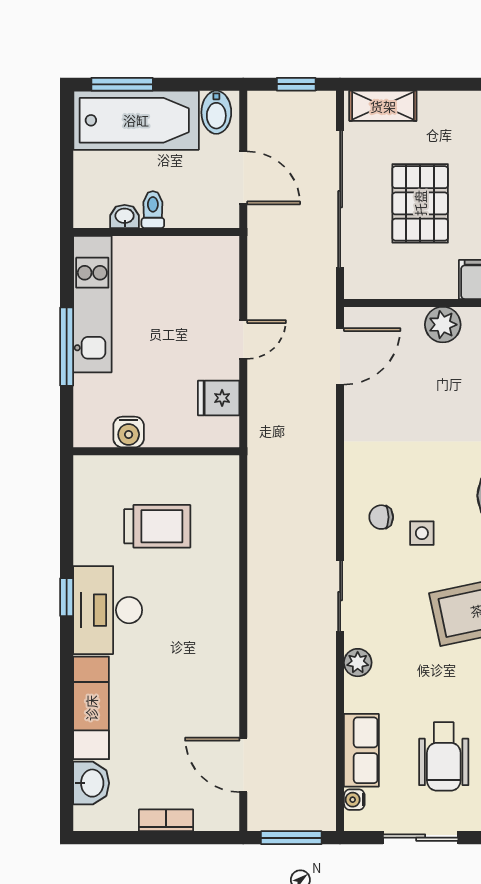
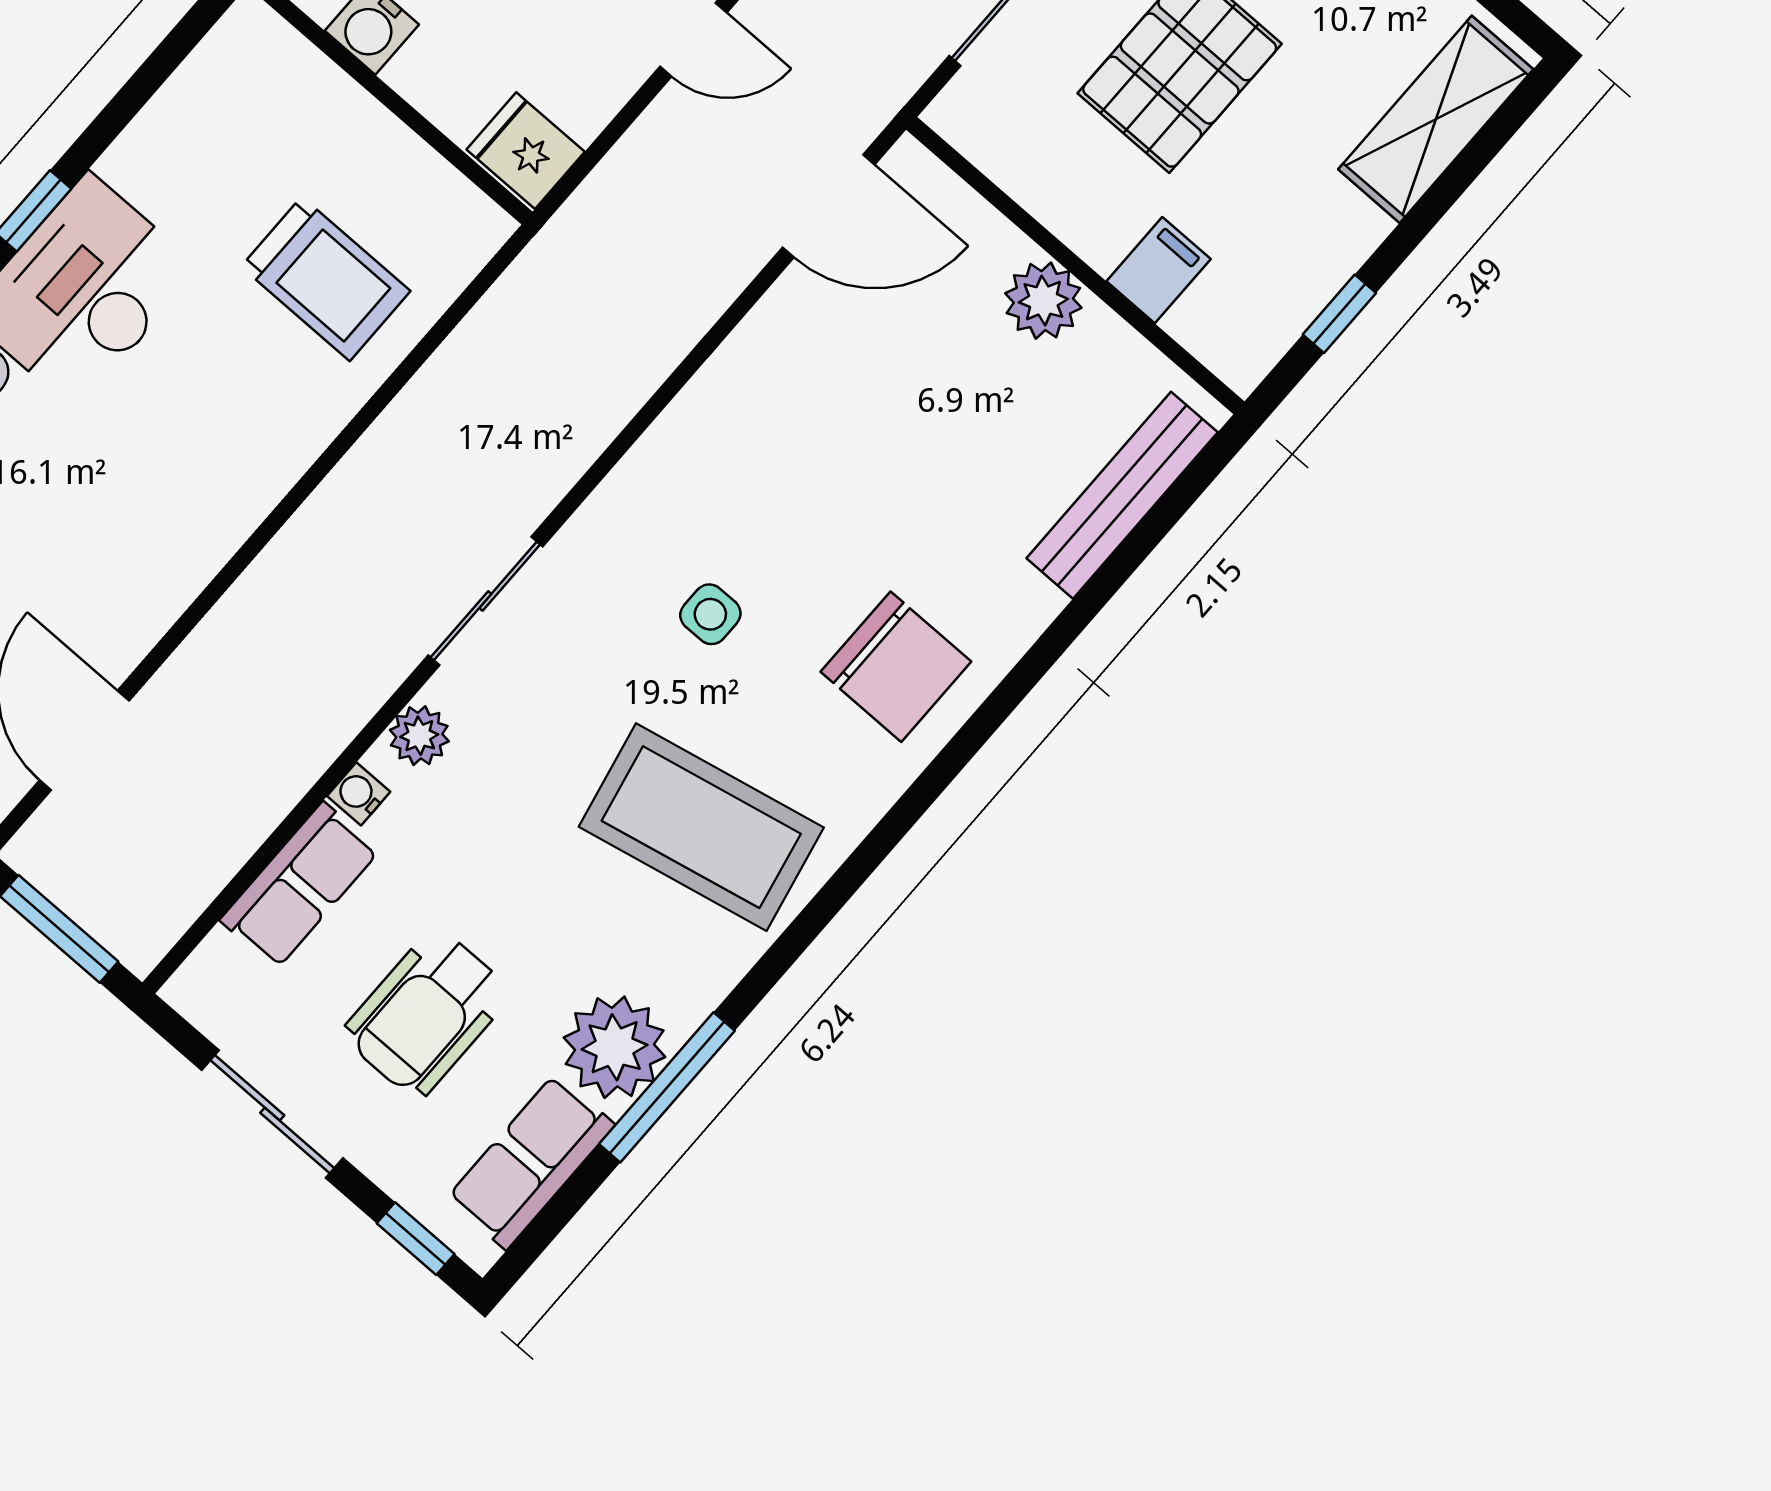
fridge: (219, 398) -> (526, 151), moved
chair: (381, 517) -> (666, 530), removed
trolley: (157, 526) -> (326, 279), moved
water cooler: (354, 800) -> (359, 794), moved

